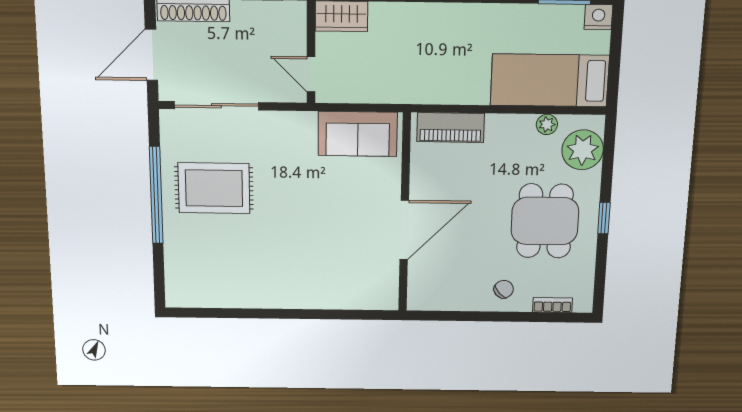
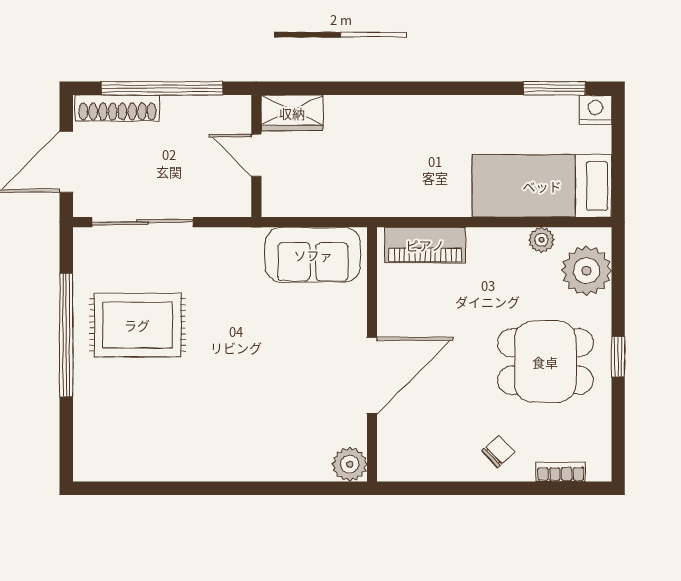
door: (311, 74) -> (256, 155), moved
dining table: (545, 221) -> (545, 362), turned 90
plant: (385, 297) -> (350, 464), added

